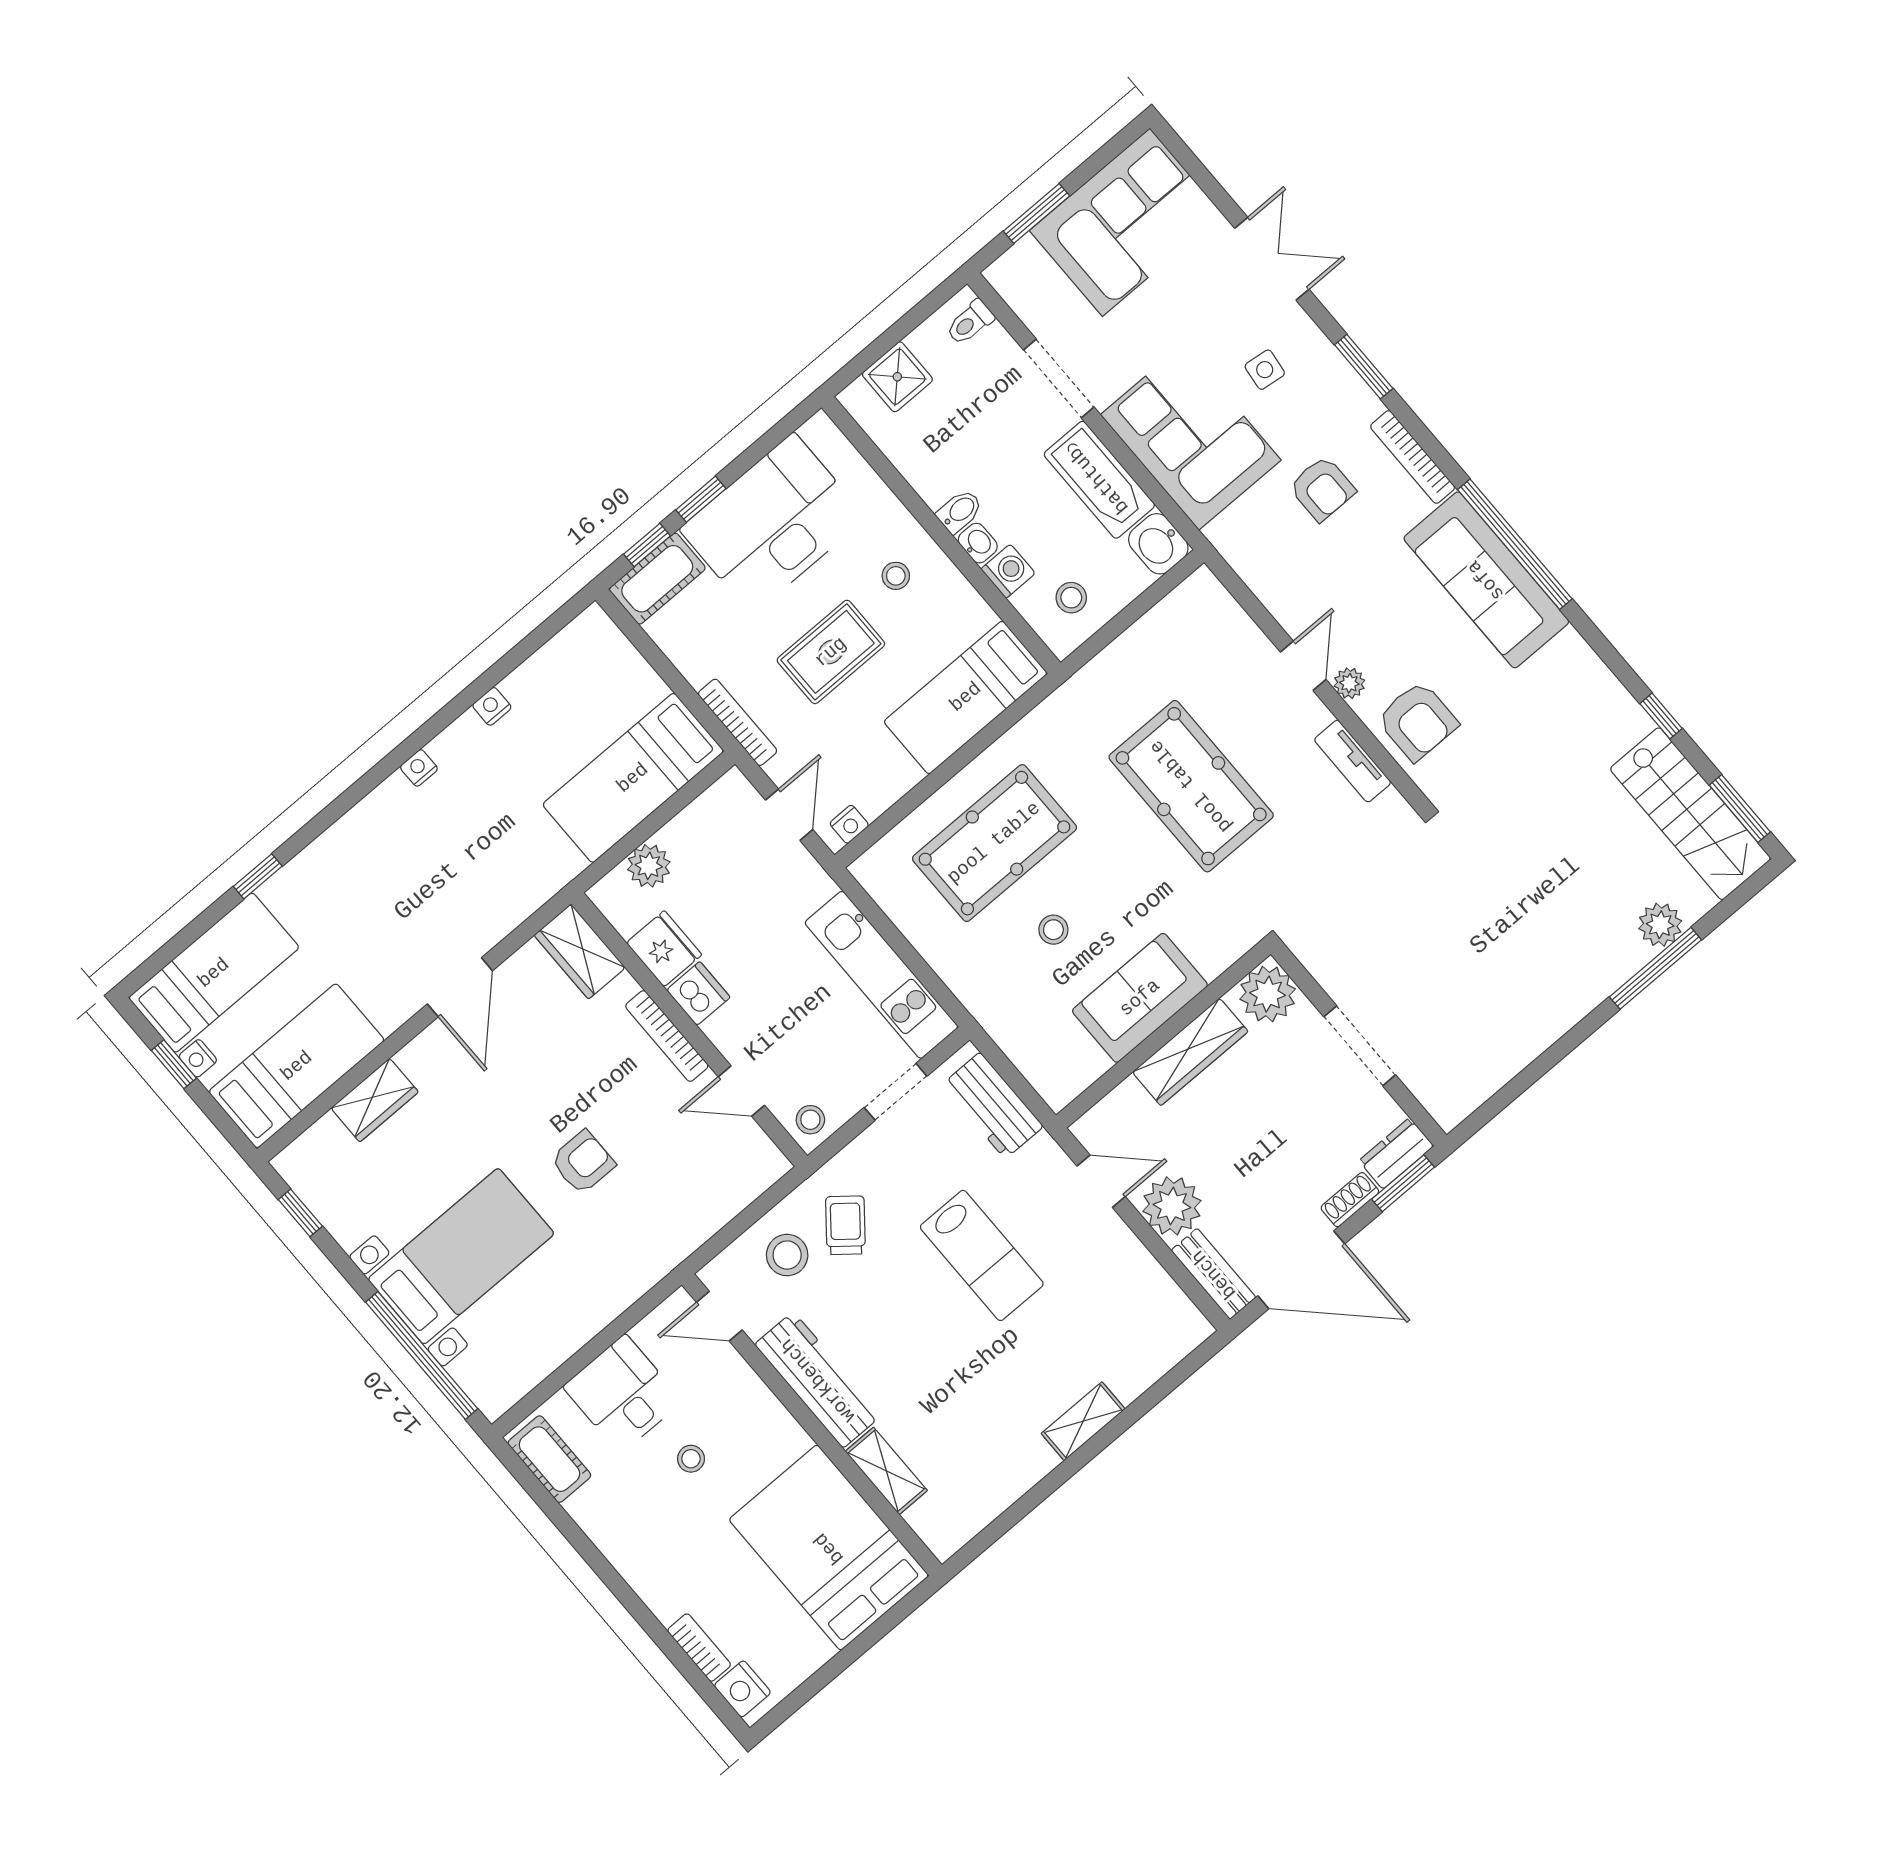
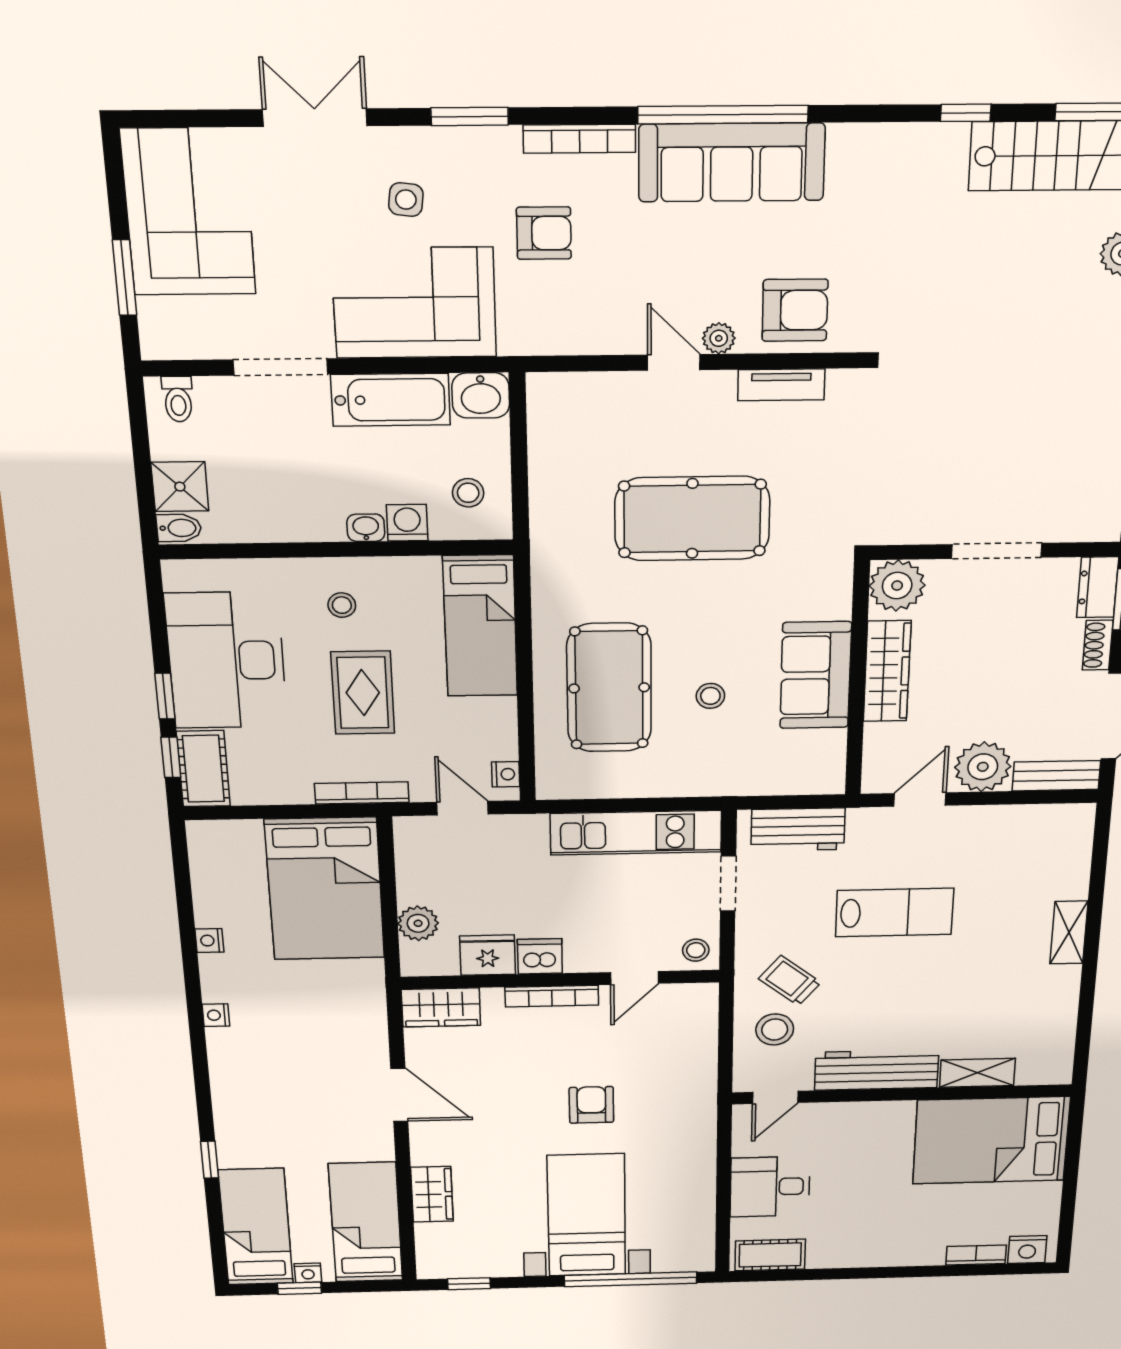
bidet: (960, 511) -> (179, 528), moved, turned 90
bed: (633, 778) -> (325, 889), width x1.50
stool: (691, 1459) -> (852, 1178), removed

